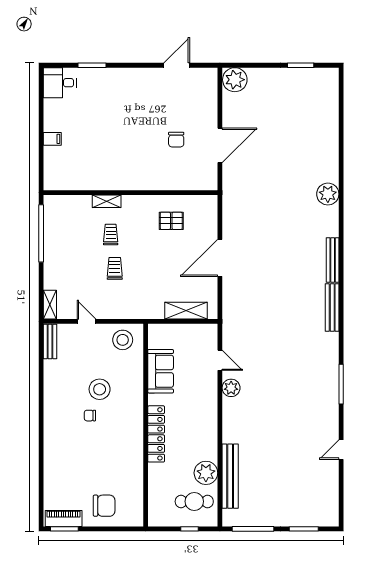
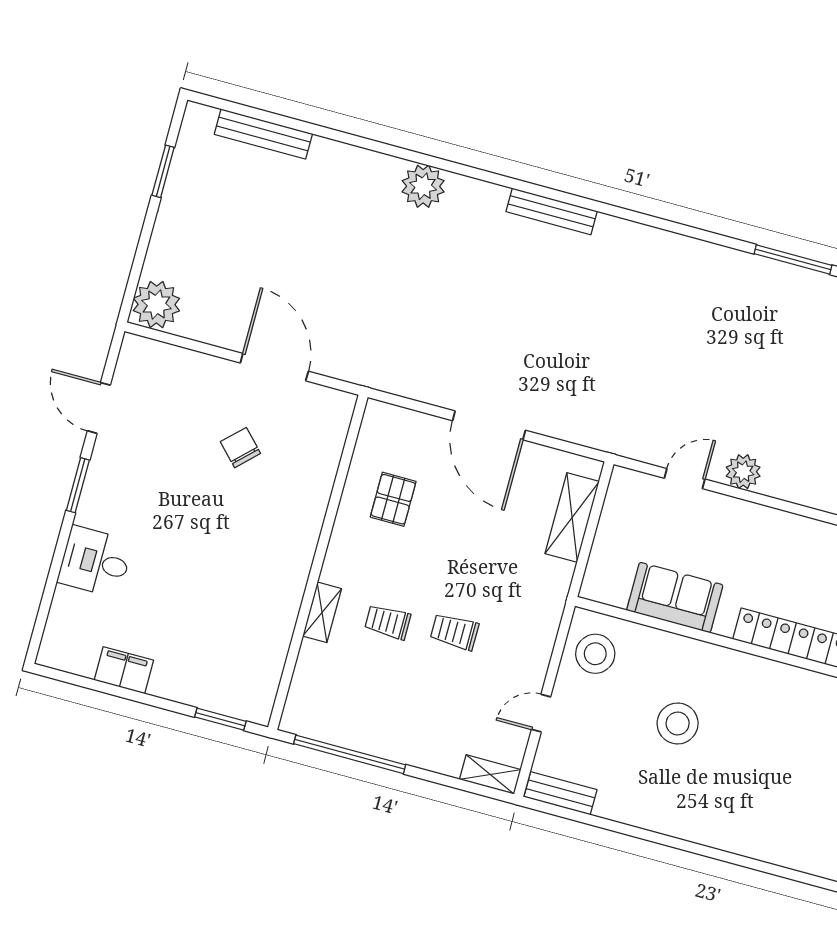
window: (92, 65) -> (78, 485), moved
desk: (60, 83) -> (95, 562), moved, turned 90
filing cabinet: (52, 139) -> (124, 670), moved, width x2.00
chair: (176, 140) -> (240, 448), turned -134
window: (41, 166) -> (220, 719), added
bench: (332, 307) -> (263, 134), moved
chair: (90, 416) -> (723, 755), removed

